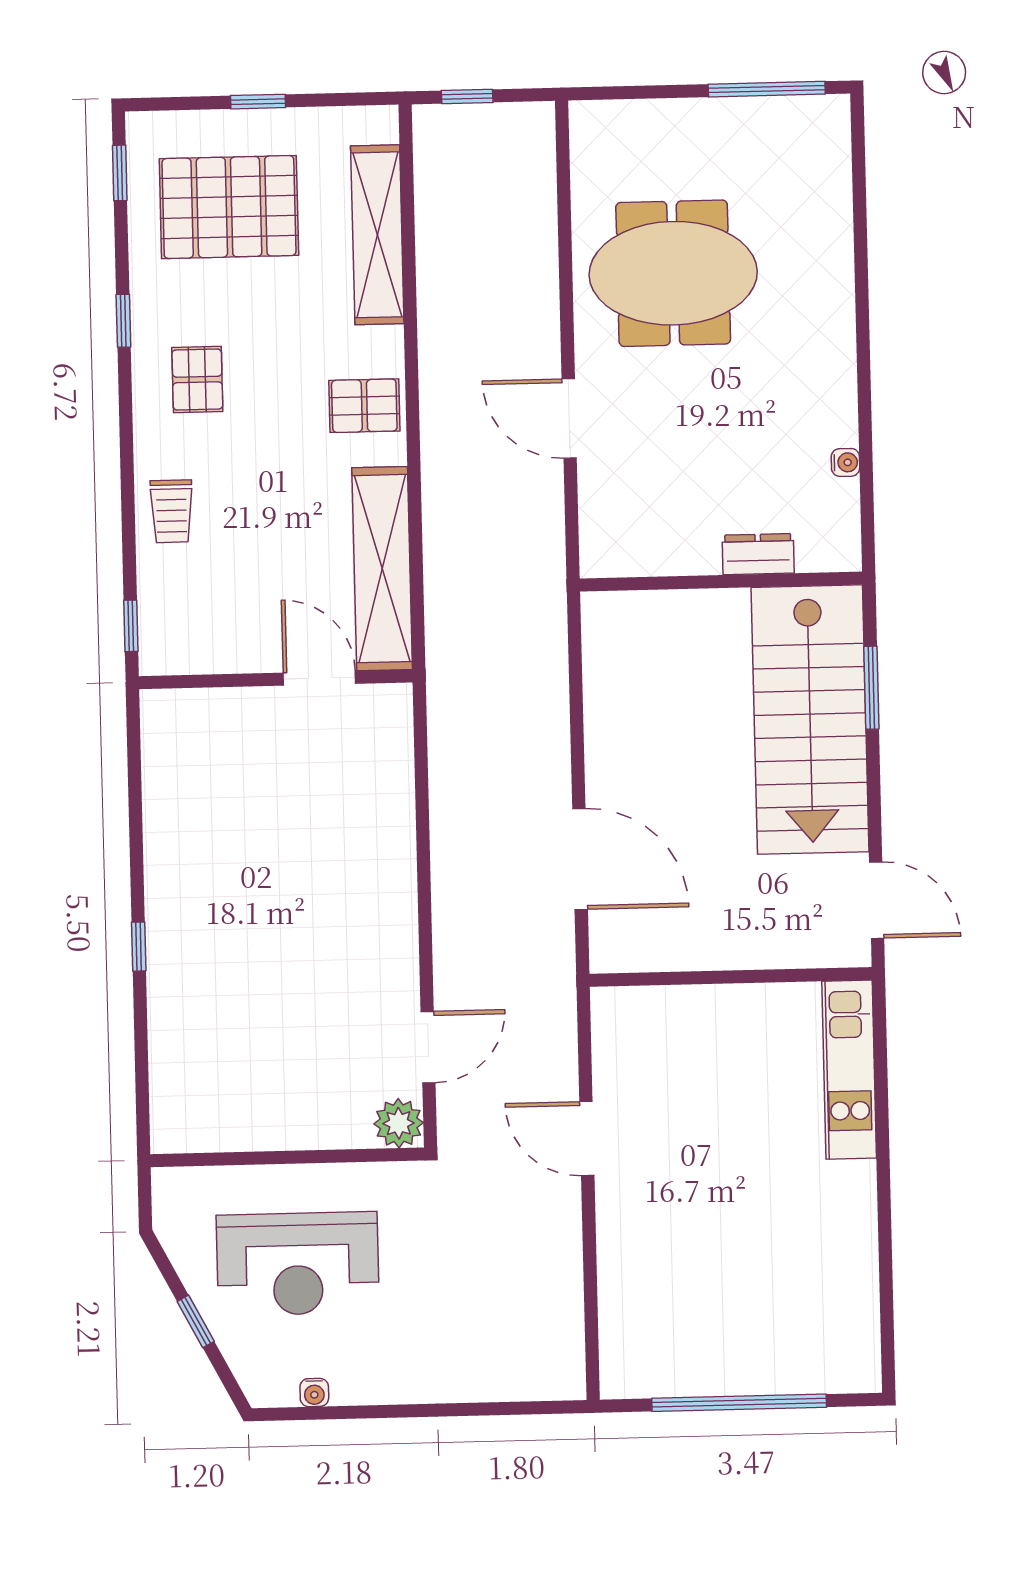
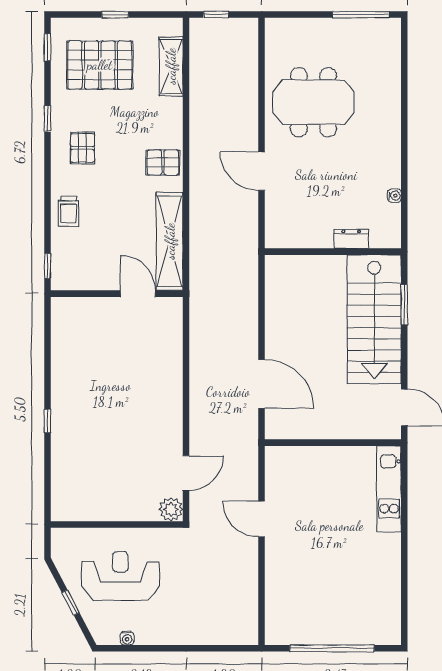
shelving: (377, 235) -> (171, 66), width x0.68
reception desk: (298, 1264) -> (121, 576), turned 180

